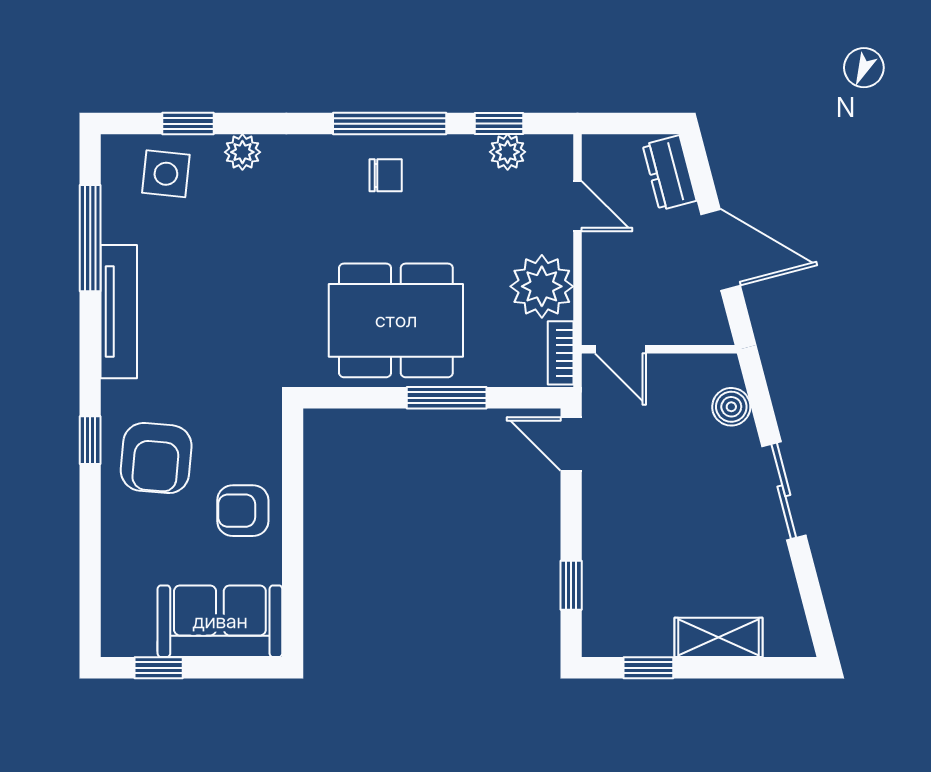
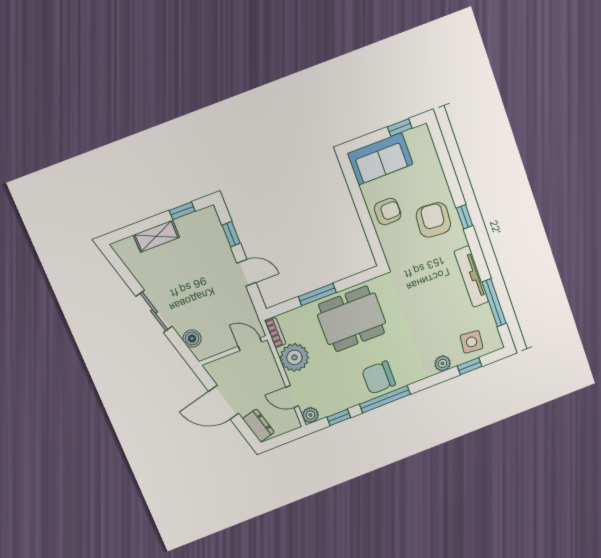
plant: (508, 152) -> (310, 415), moved
chair: (386, 175) -> (379, 378), width x1.87, depth x1.87
door: (571, 444) -> (246, 273), moved

